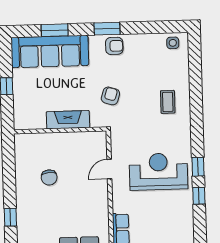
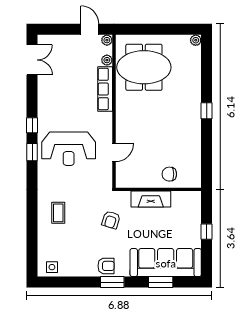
armchair: (114, 46) -> (106, 266), turned 180
chair: (49, 178) -> (169, 174), moved, turned -85

